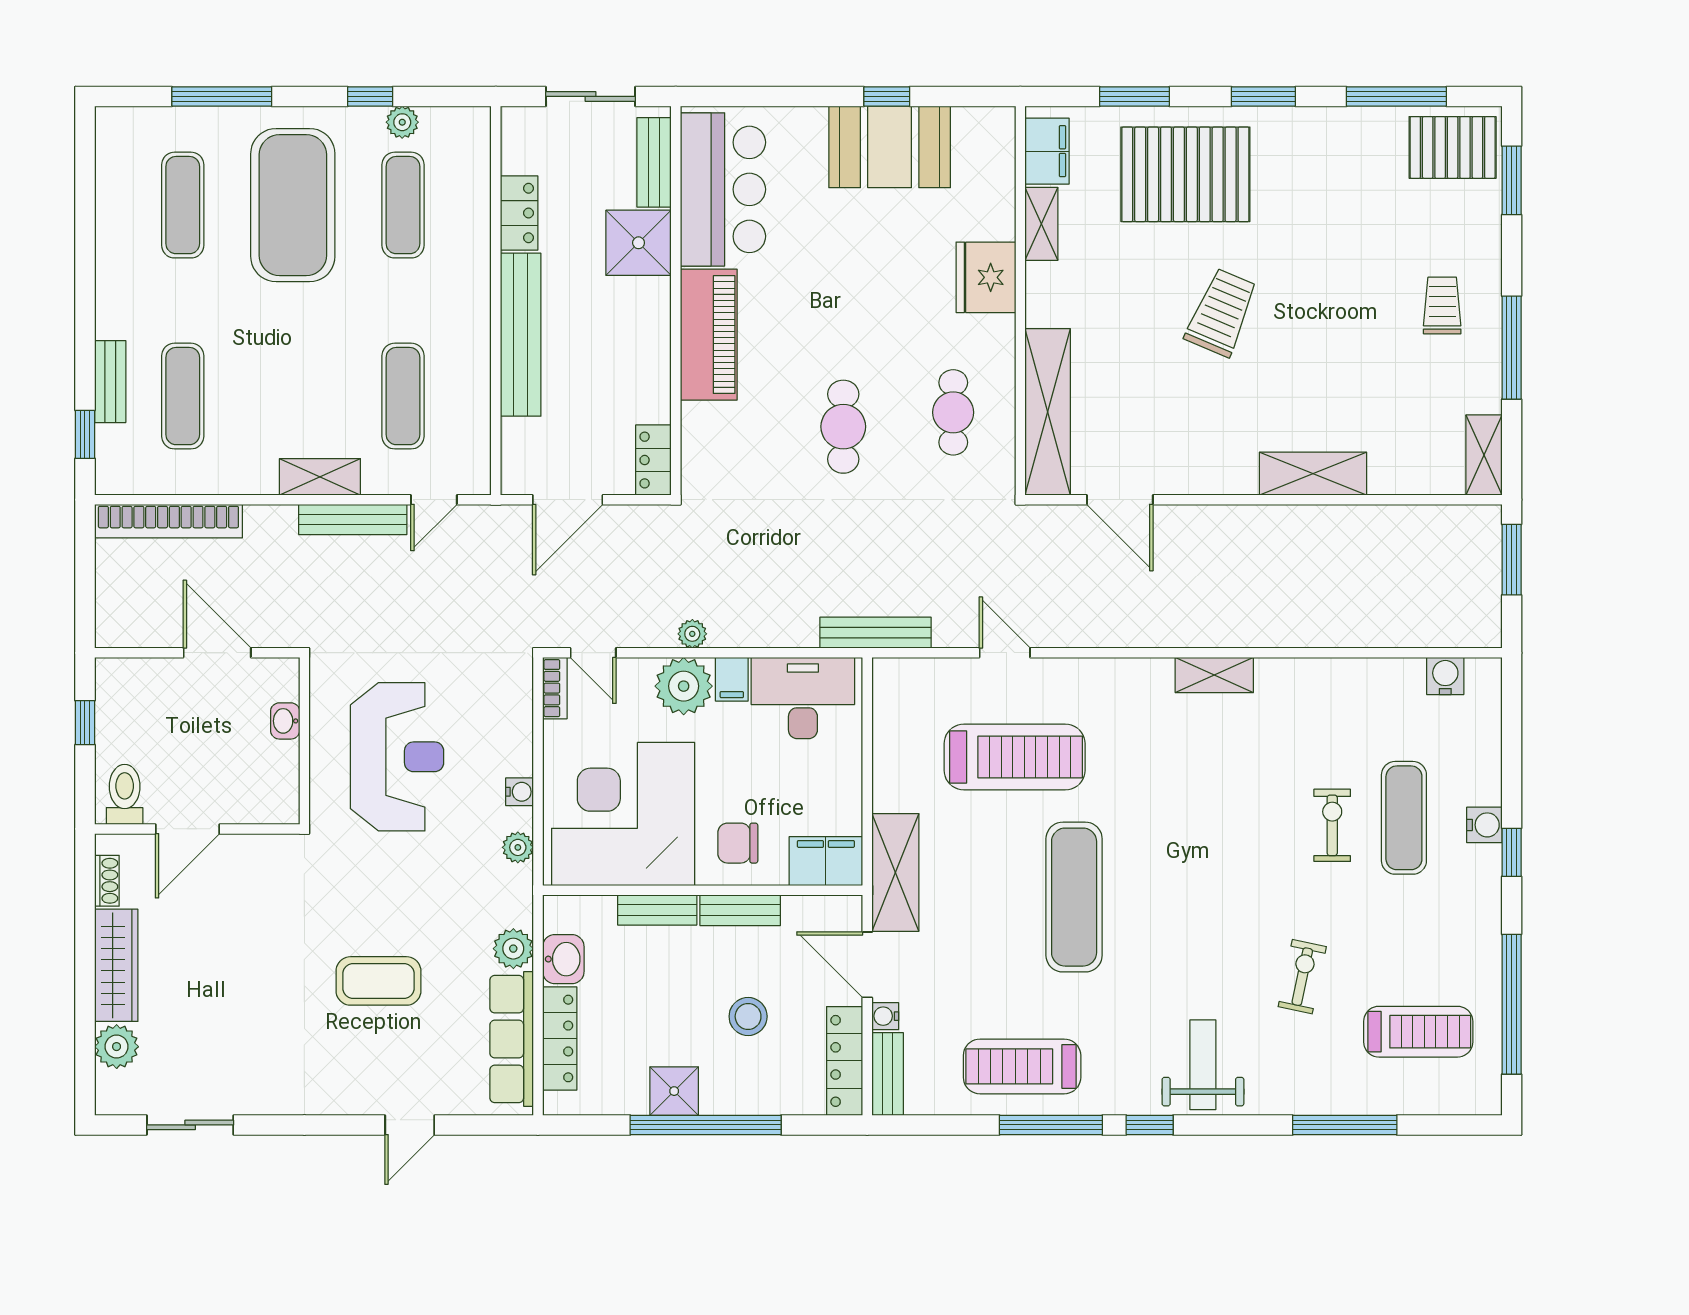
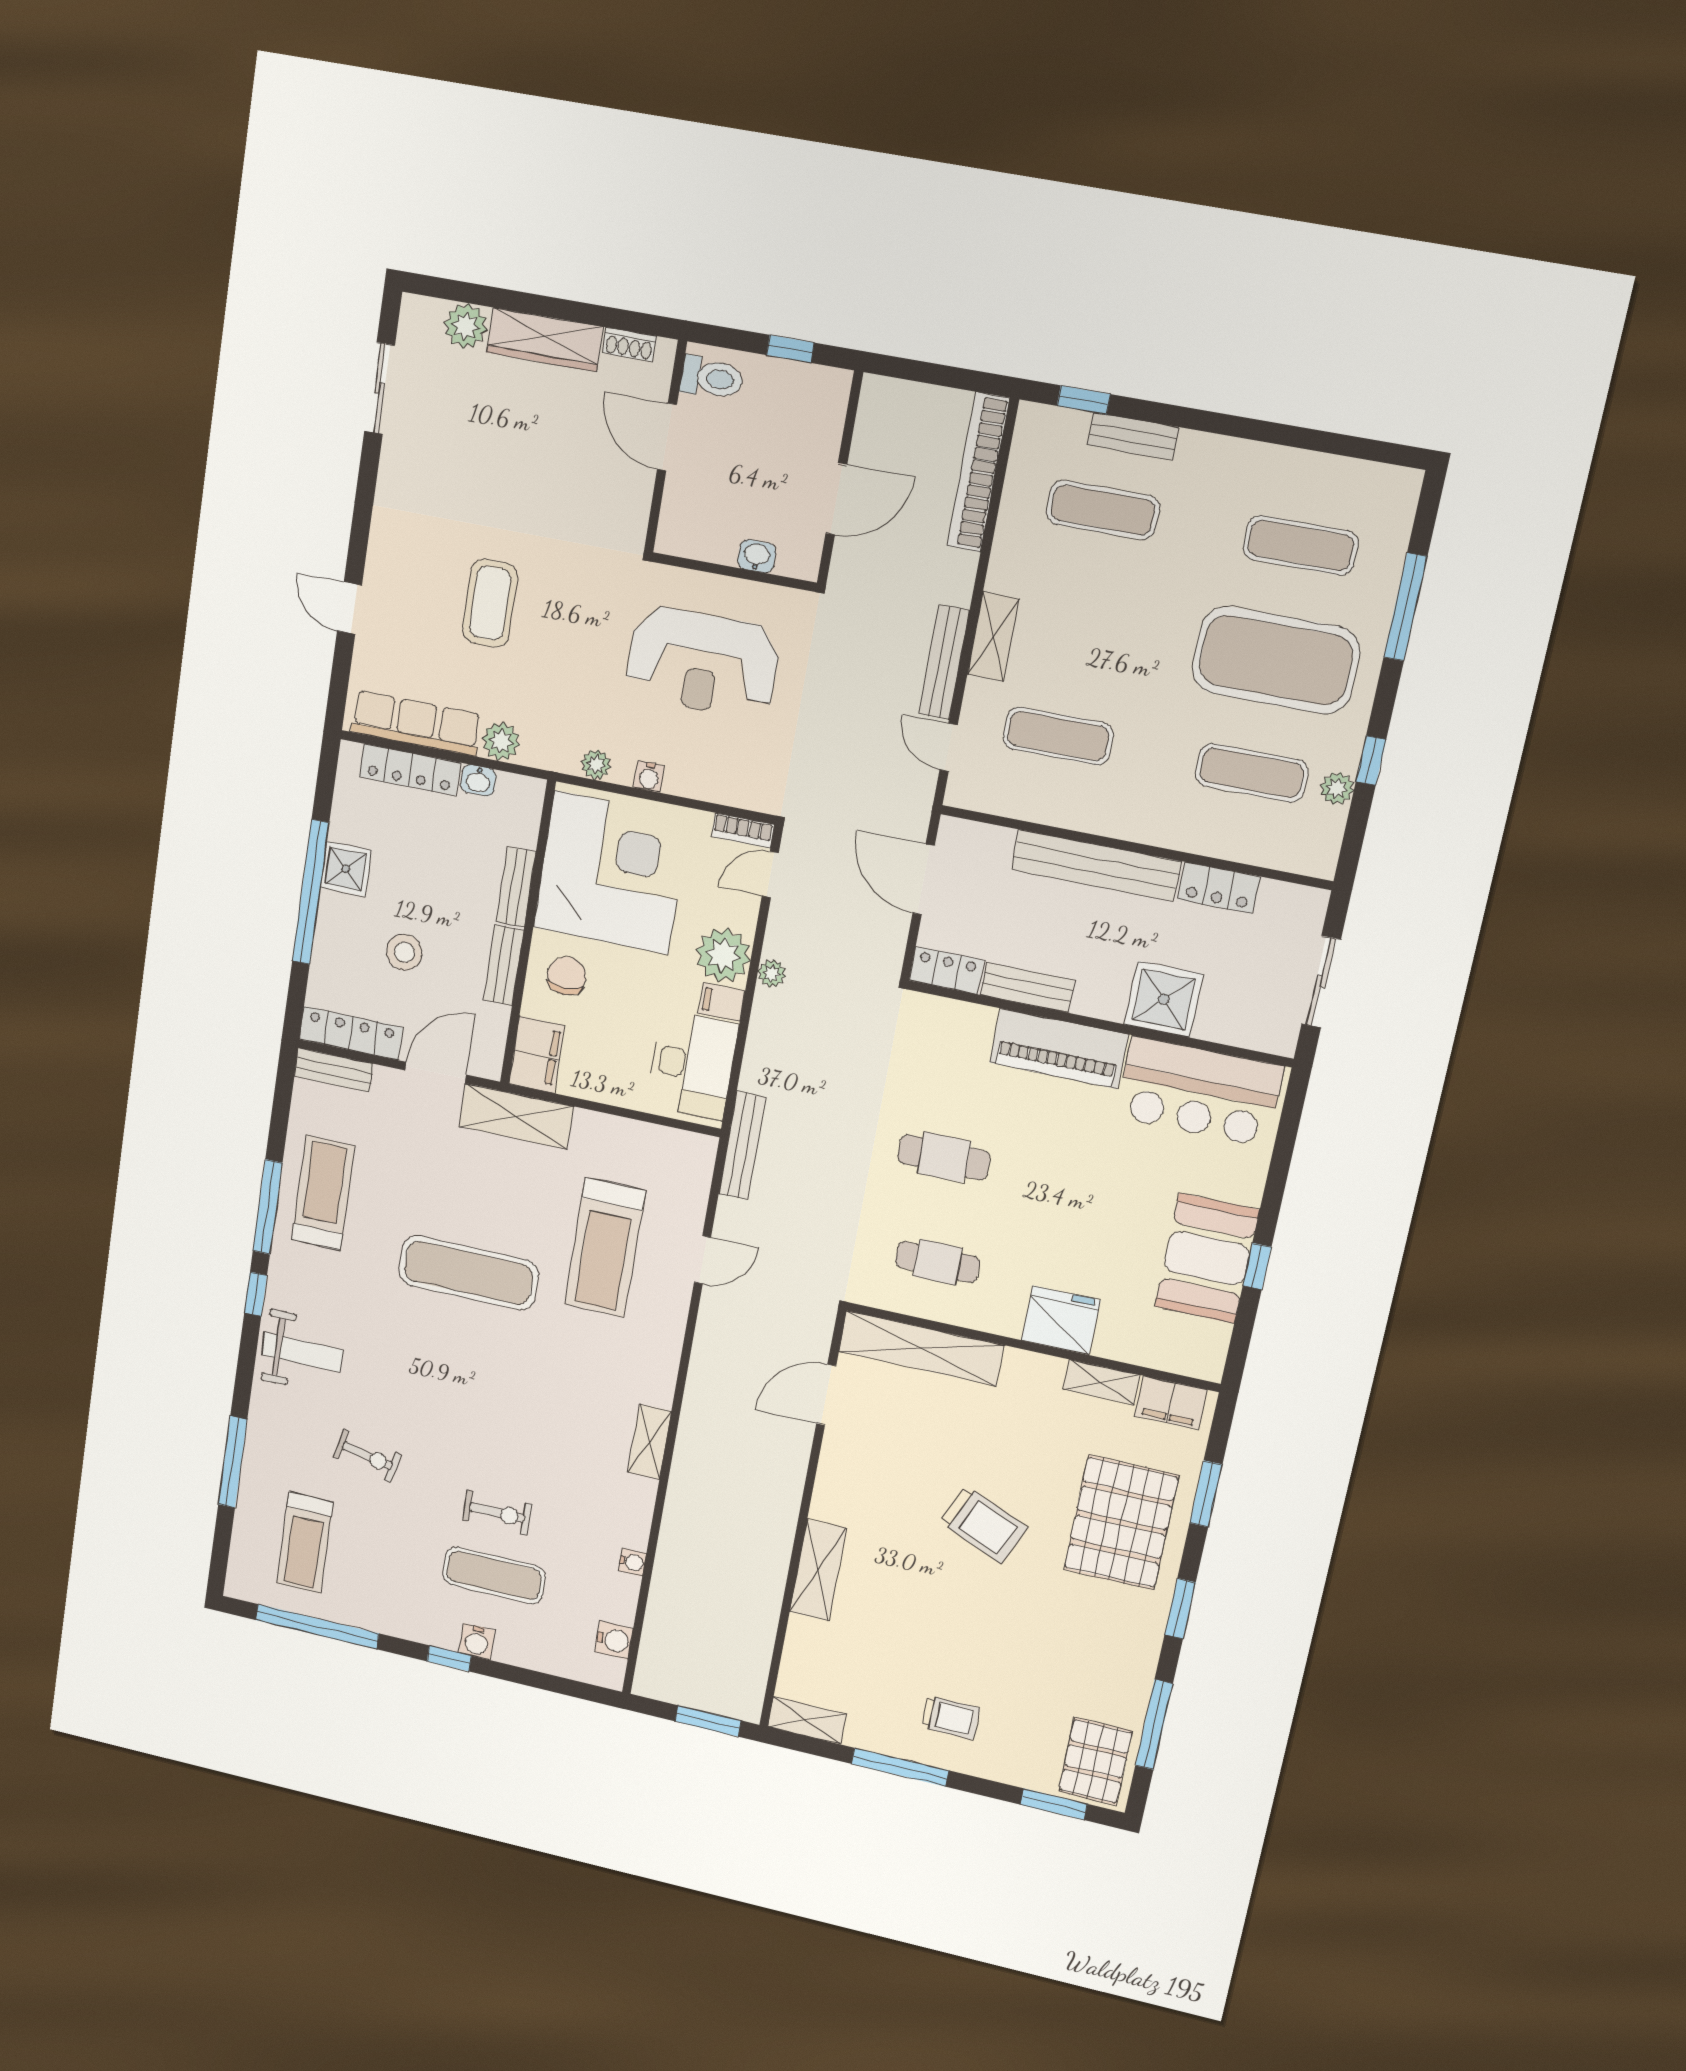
bench: (654, 162) -> (1028, 987), moved
washbasin: (563, 959) -> (478, 780), width x0.72, depth x0.69
water cooler: (885, 1016) -> (632, 1562), moved, turned 90

